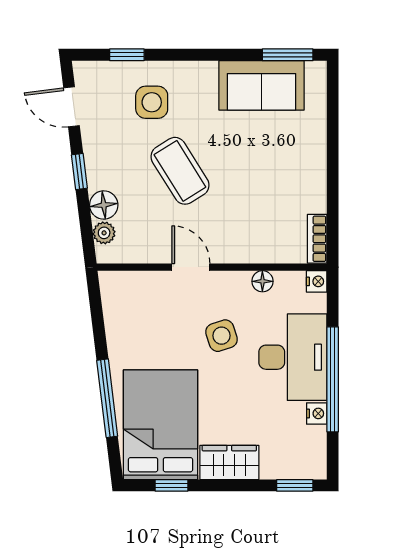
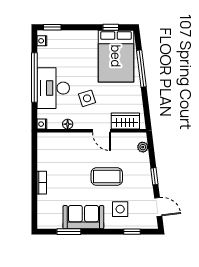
window: (288, 55) -> (69, 232), moved
sofa: (262, 85) -> (83, 217), moved
coffee table: (180, 171) -> (107, 177), turned -58
floor lamp: (104, 205) -> (143, 160), removed
bookcase: (317, 239) -> (42, 183), moved
nightstand: (317, 413) -> (42, 41), moved
wardrobe: (229, 462) -> (125, 121), moved, turned 180

